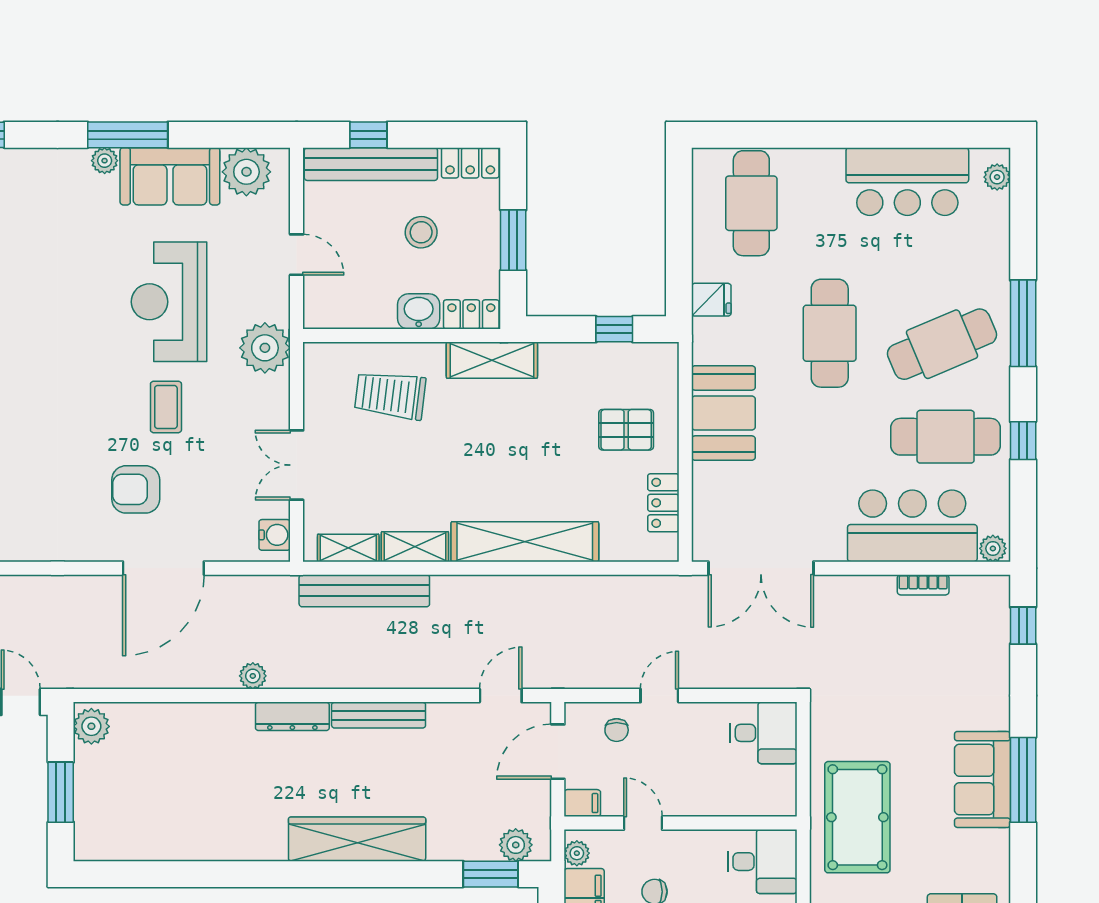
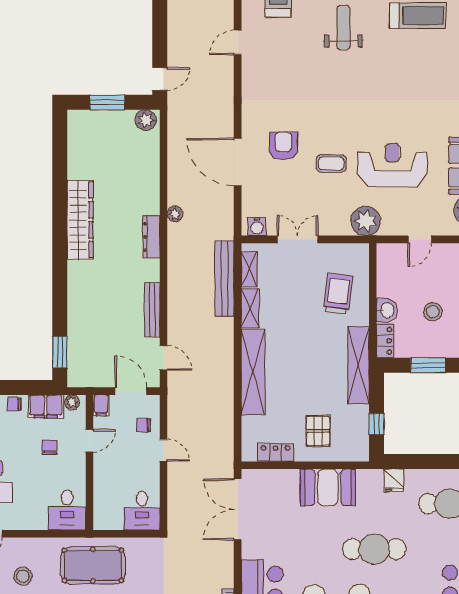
shelving: (492, 360) -> (359, 365), width x1.47
bench: (379, 715) -> (152, 310), moved
wardrobe: (357, 839) -> (80, 220), moved
plant: (516, 845) -> (77, 367), removed

